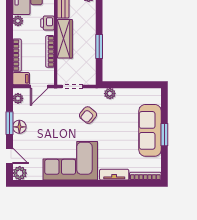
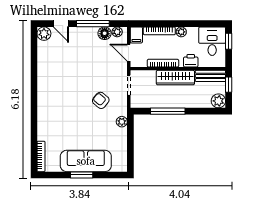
plant: (18, 21) -> (181, 32), moved
window: (99, 47) -> (168, 111), width x1.44
window: (10, 123) -> (93, 24), width x1.44
floor lamp: (19, 127) -> (105, 33), moved
door: (10, 156) -> (61, 24), hinge flipped
corner sofa: (70, 161) -> (56, 83), removed
tv unit: (114, 175) -> (43, 126), removed

